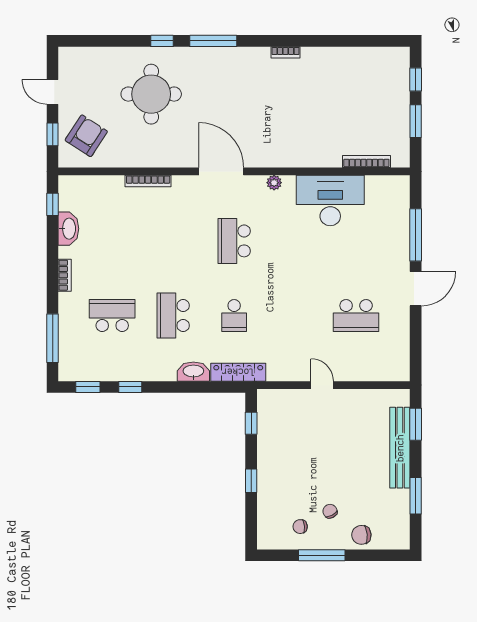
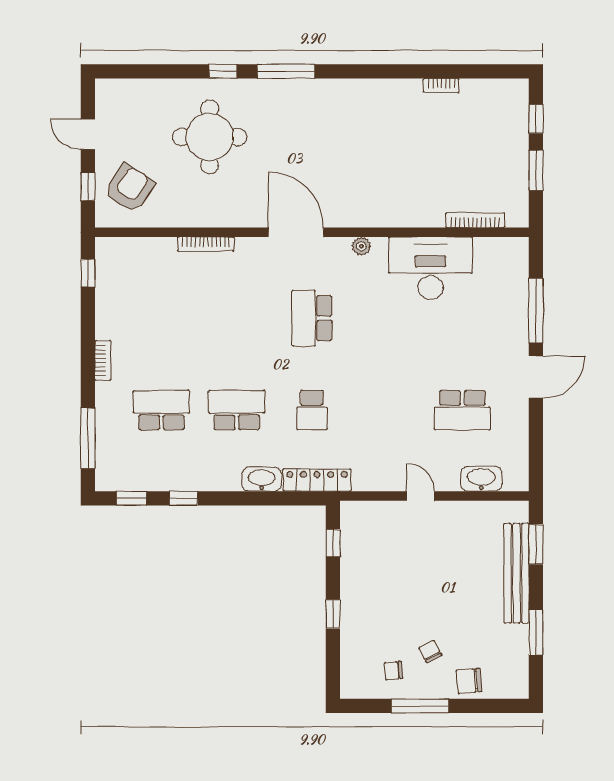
bookcase: (286, 52) -> (441, 85), moved
washbasin: (68, 229) -> (481, 479), moved, turned -90
school desk: (173, 316) -> (237, 410), turned 90

